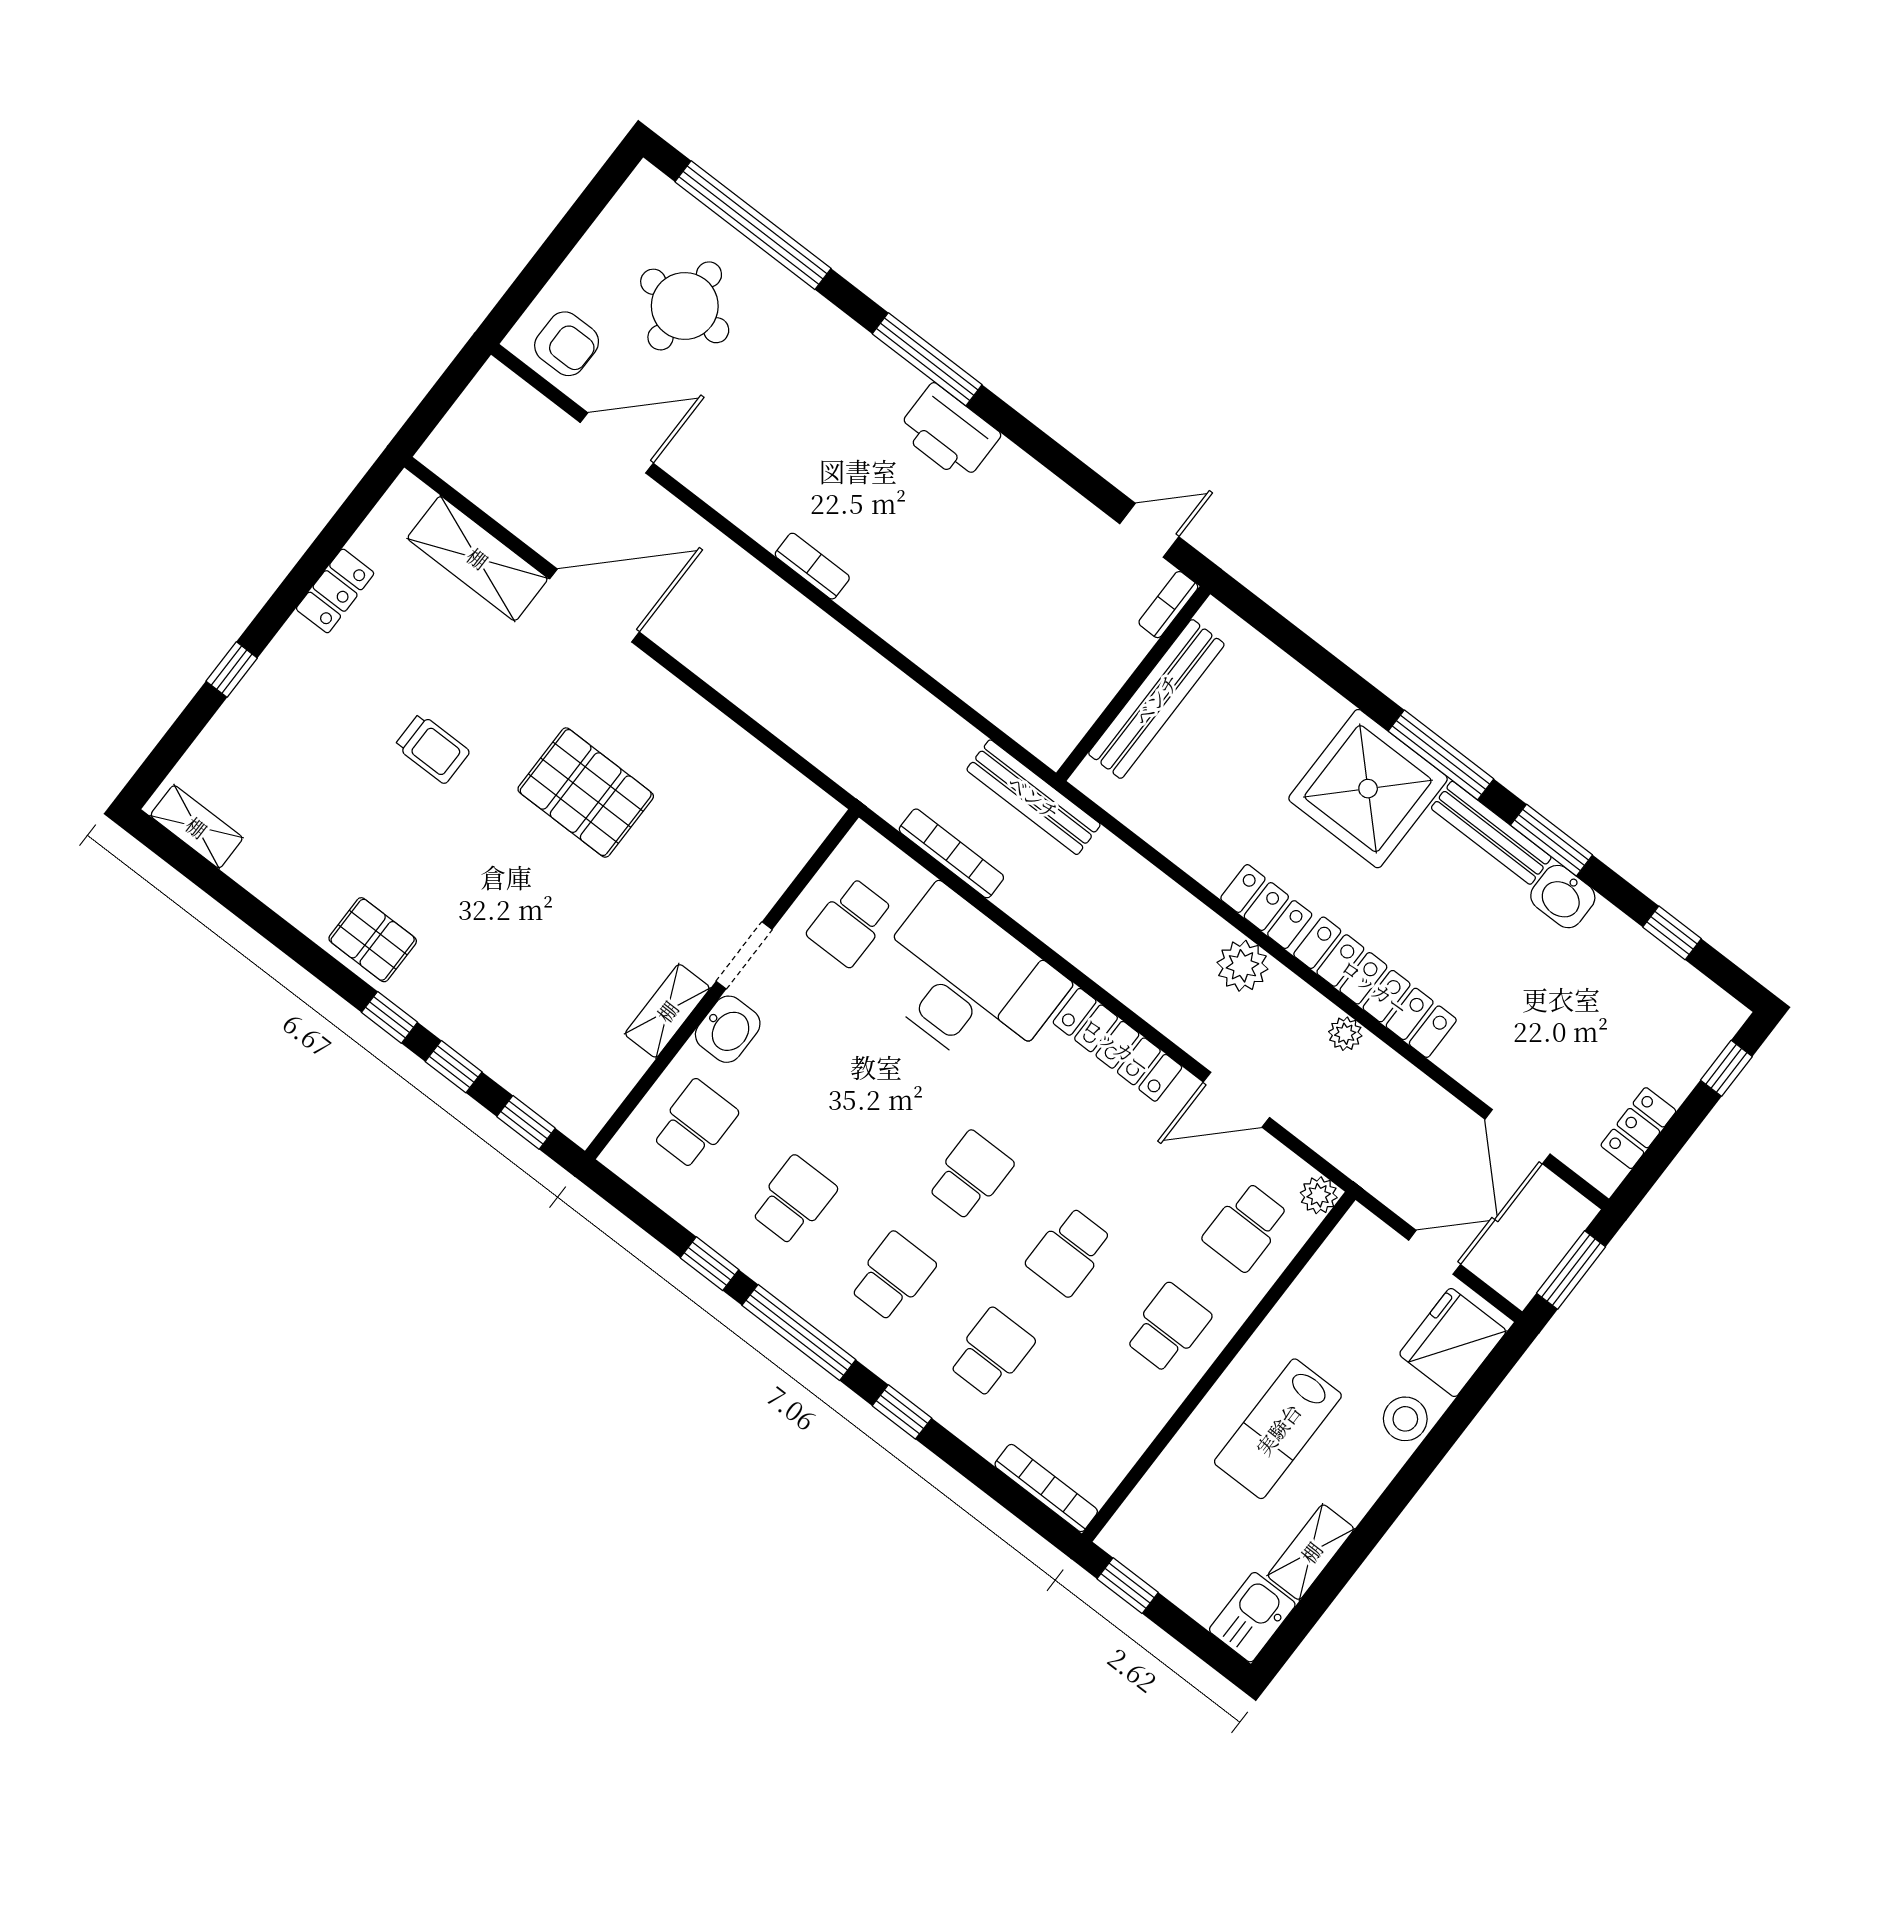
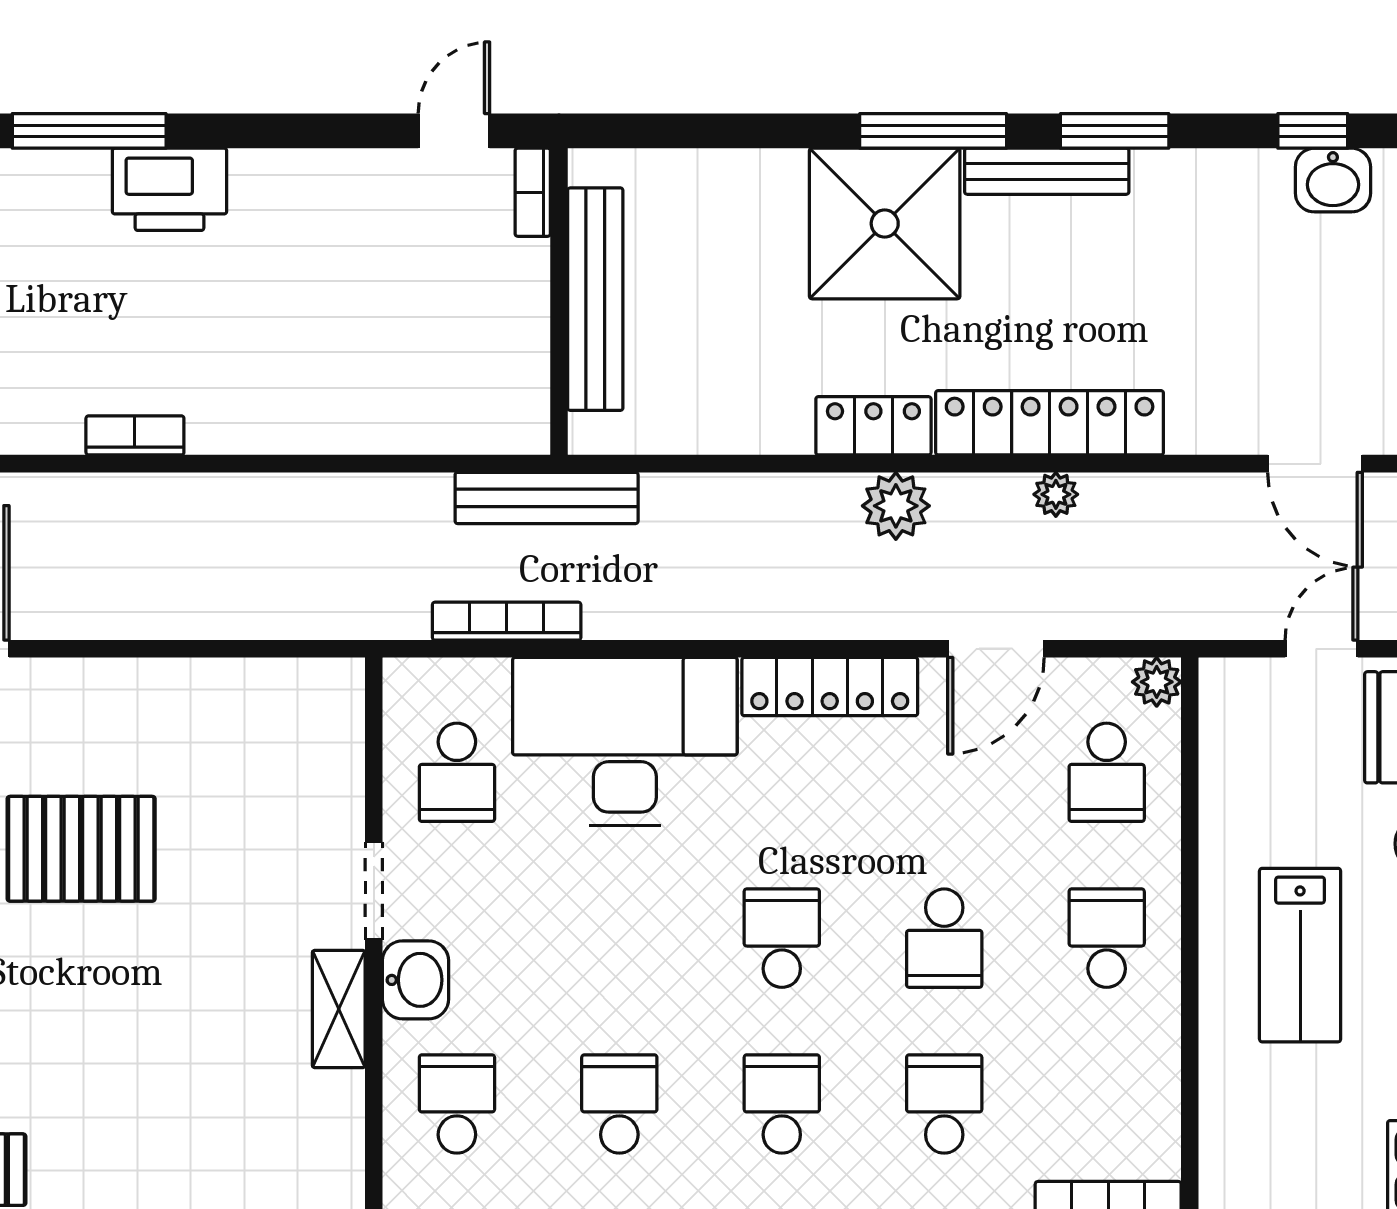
washbasin: (1563, 897) -> (1333, 180), moved

